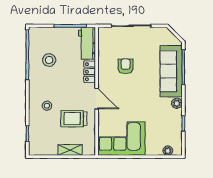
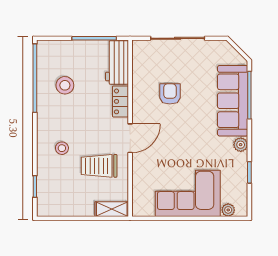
door: (97, 99) -> (130, 138), hinge flipped
corner sofa: (121, 139) -> (188, 193), moved
shelving: (70, 150) -> (112, 209), moved

